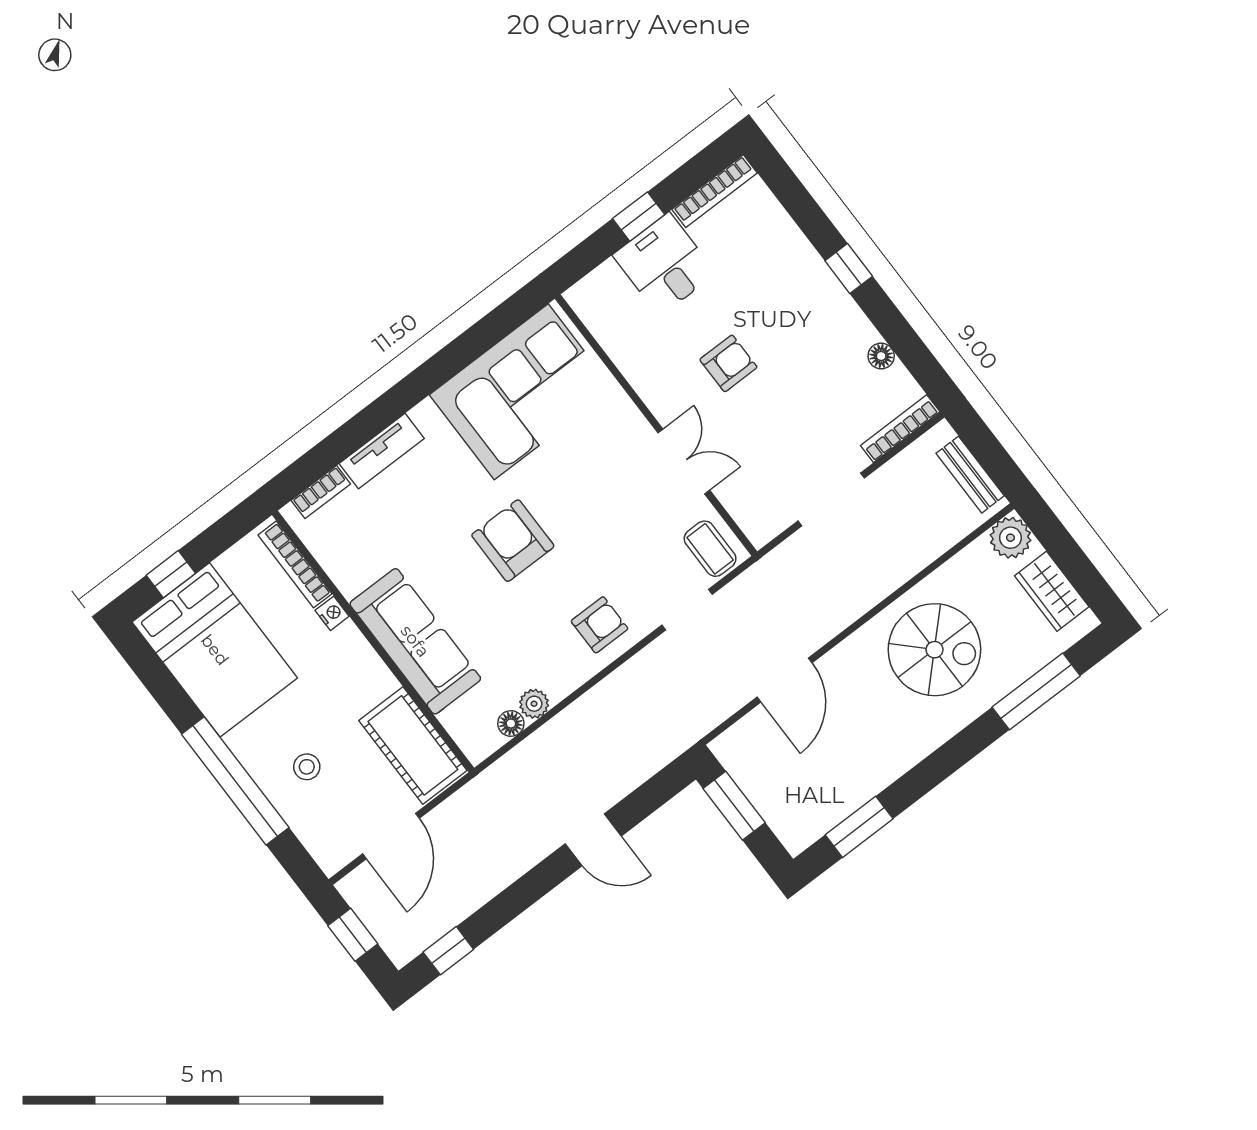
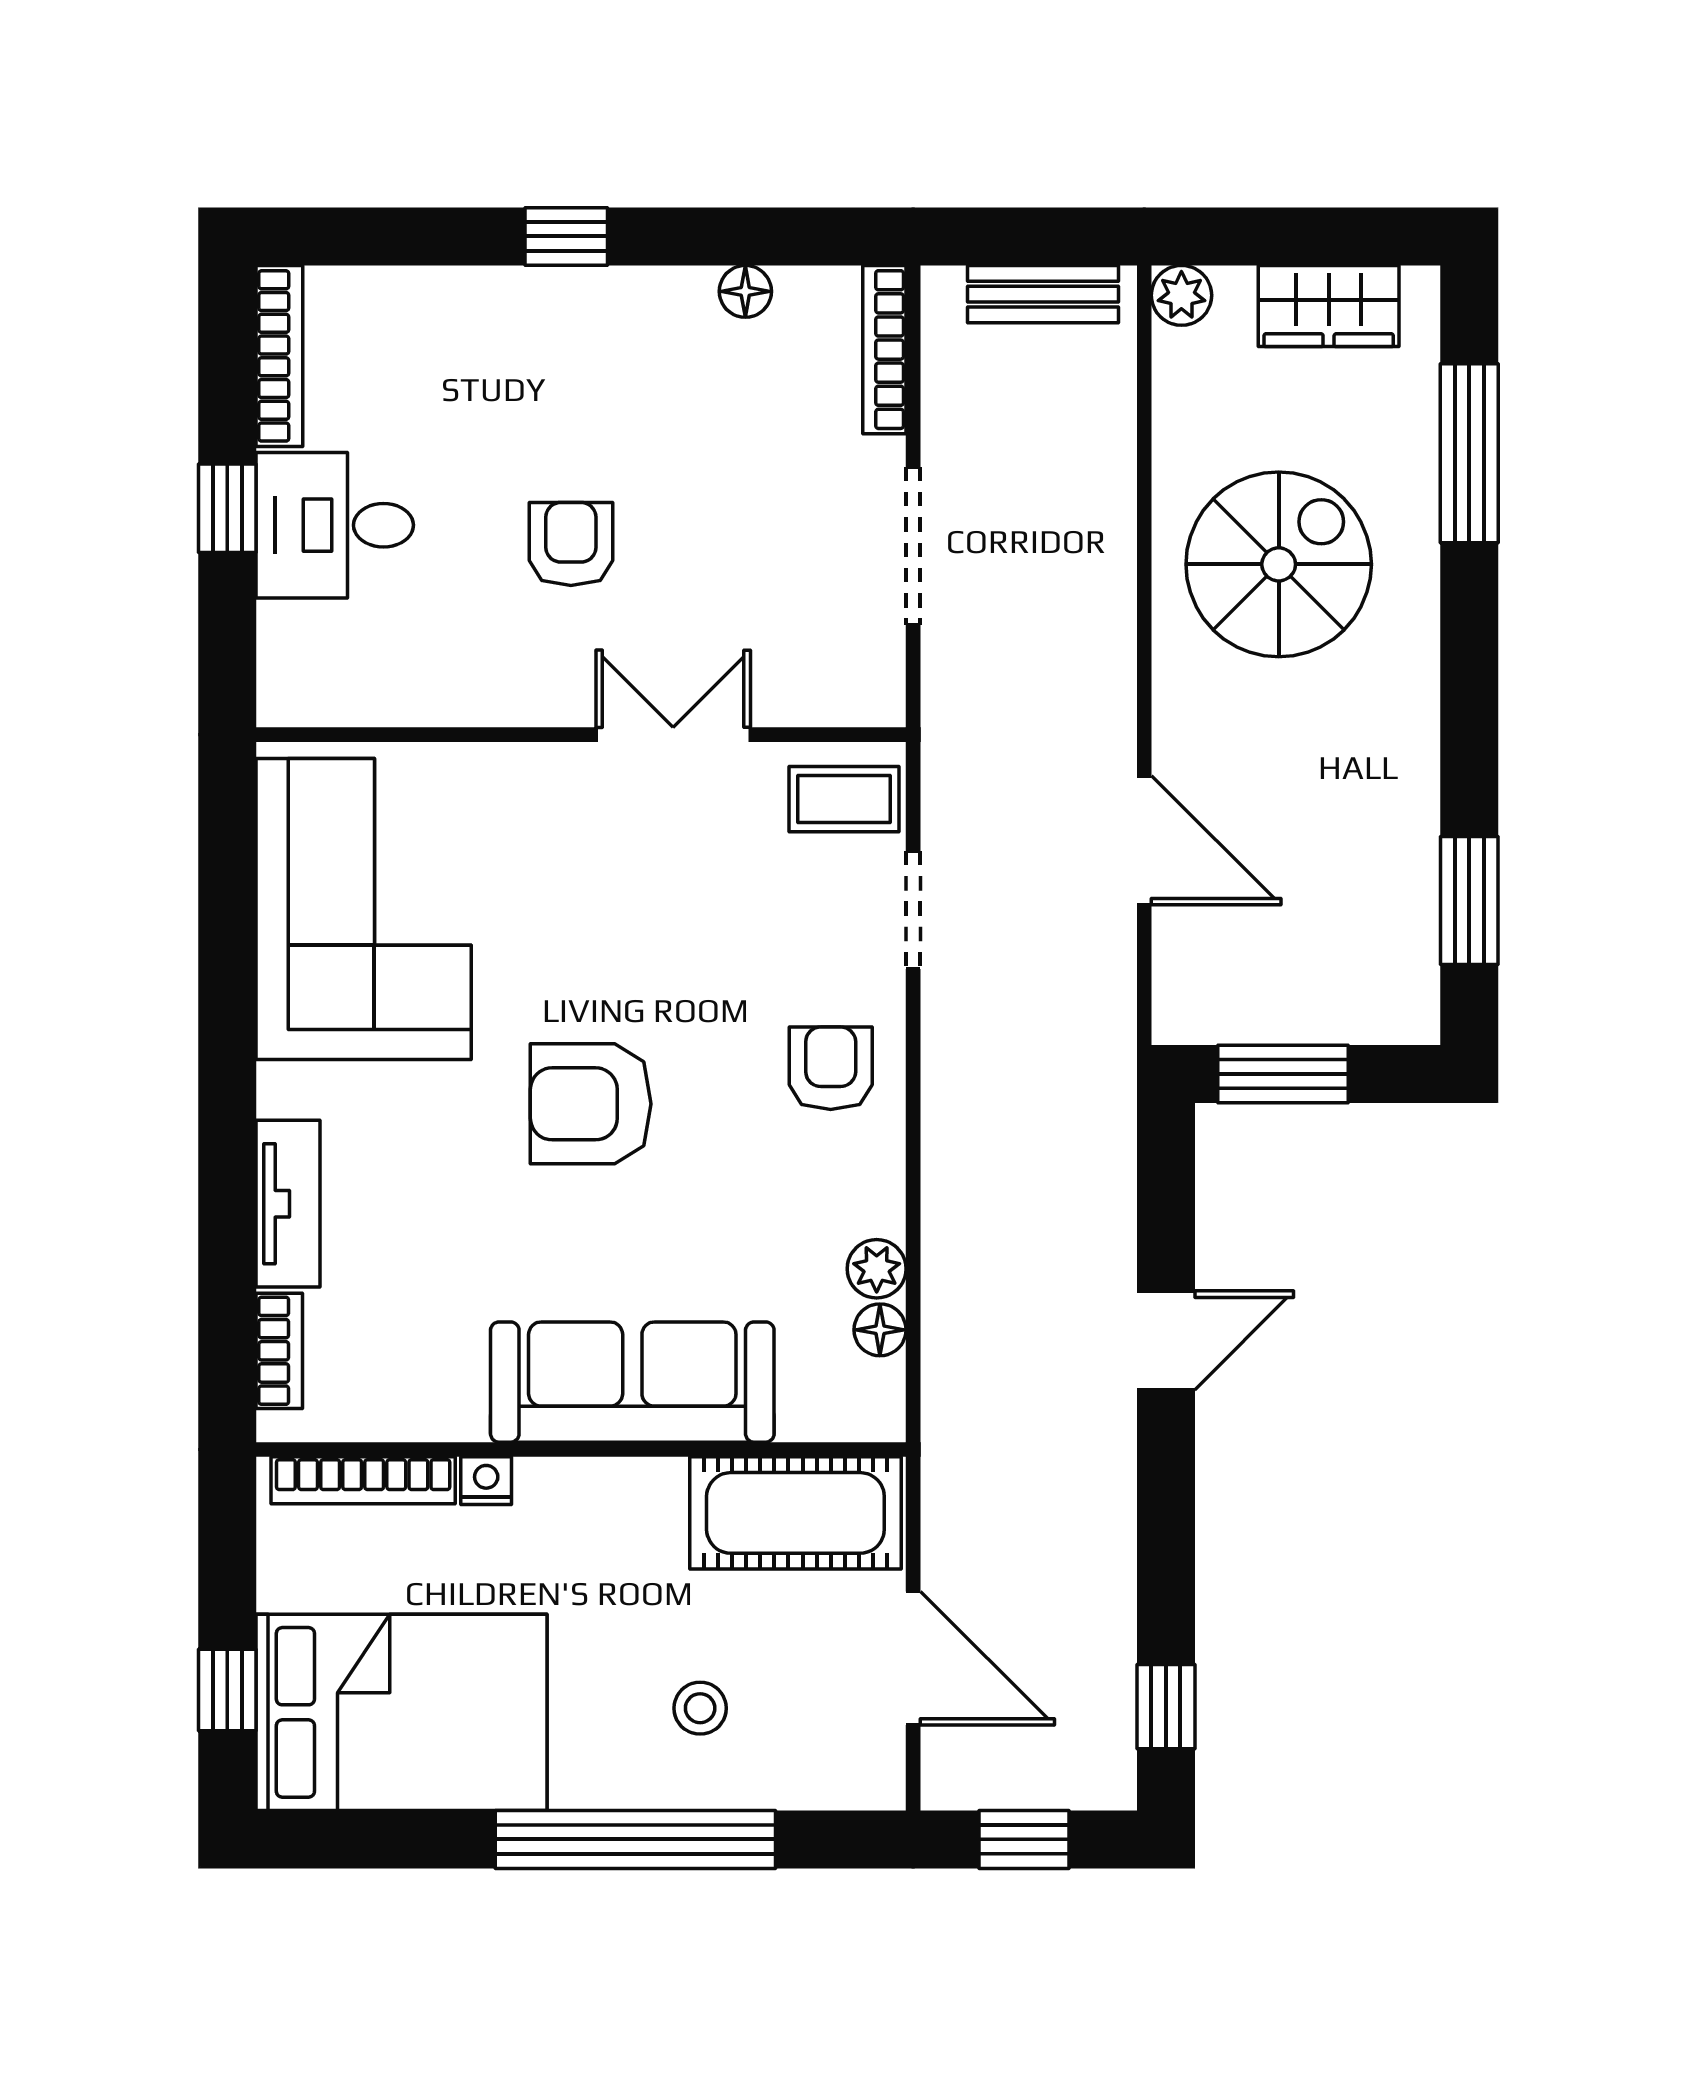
plant: (1010, 538) -> (1181, 295), width x0.73, depth x0.73

